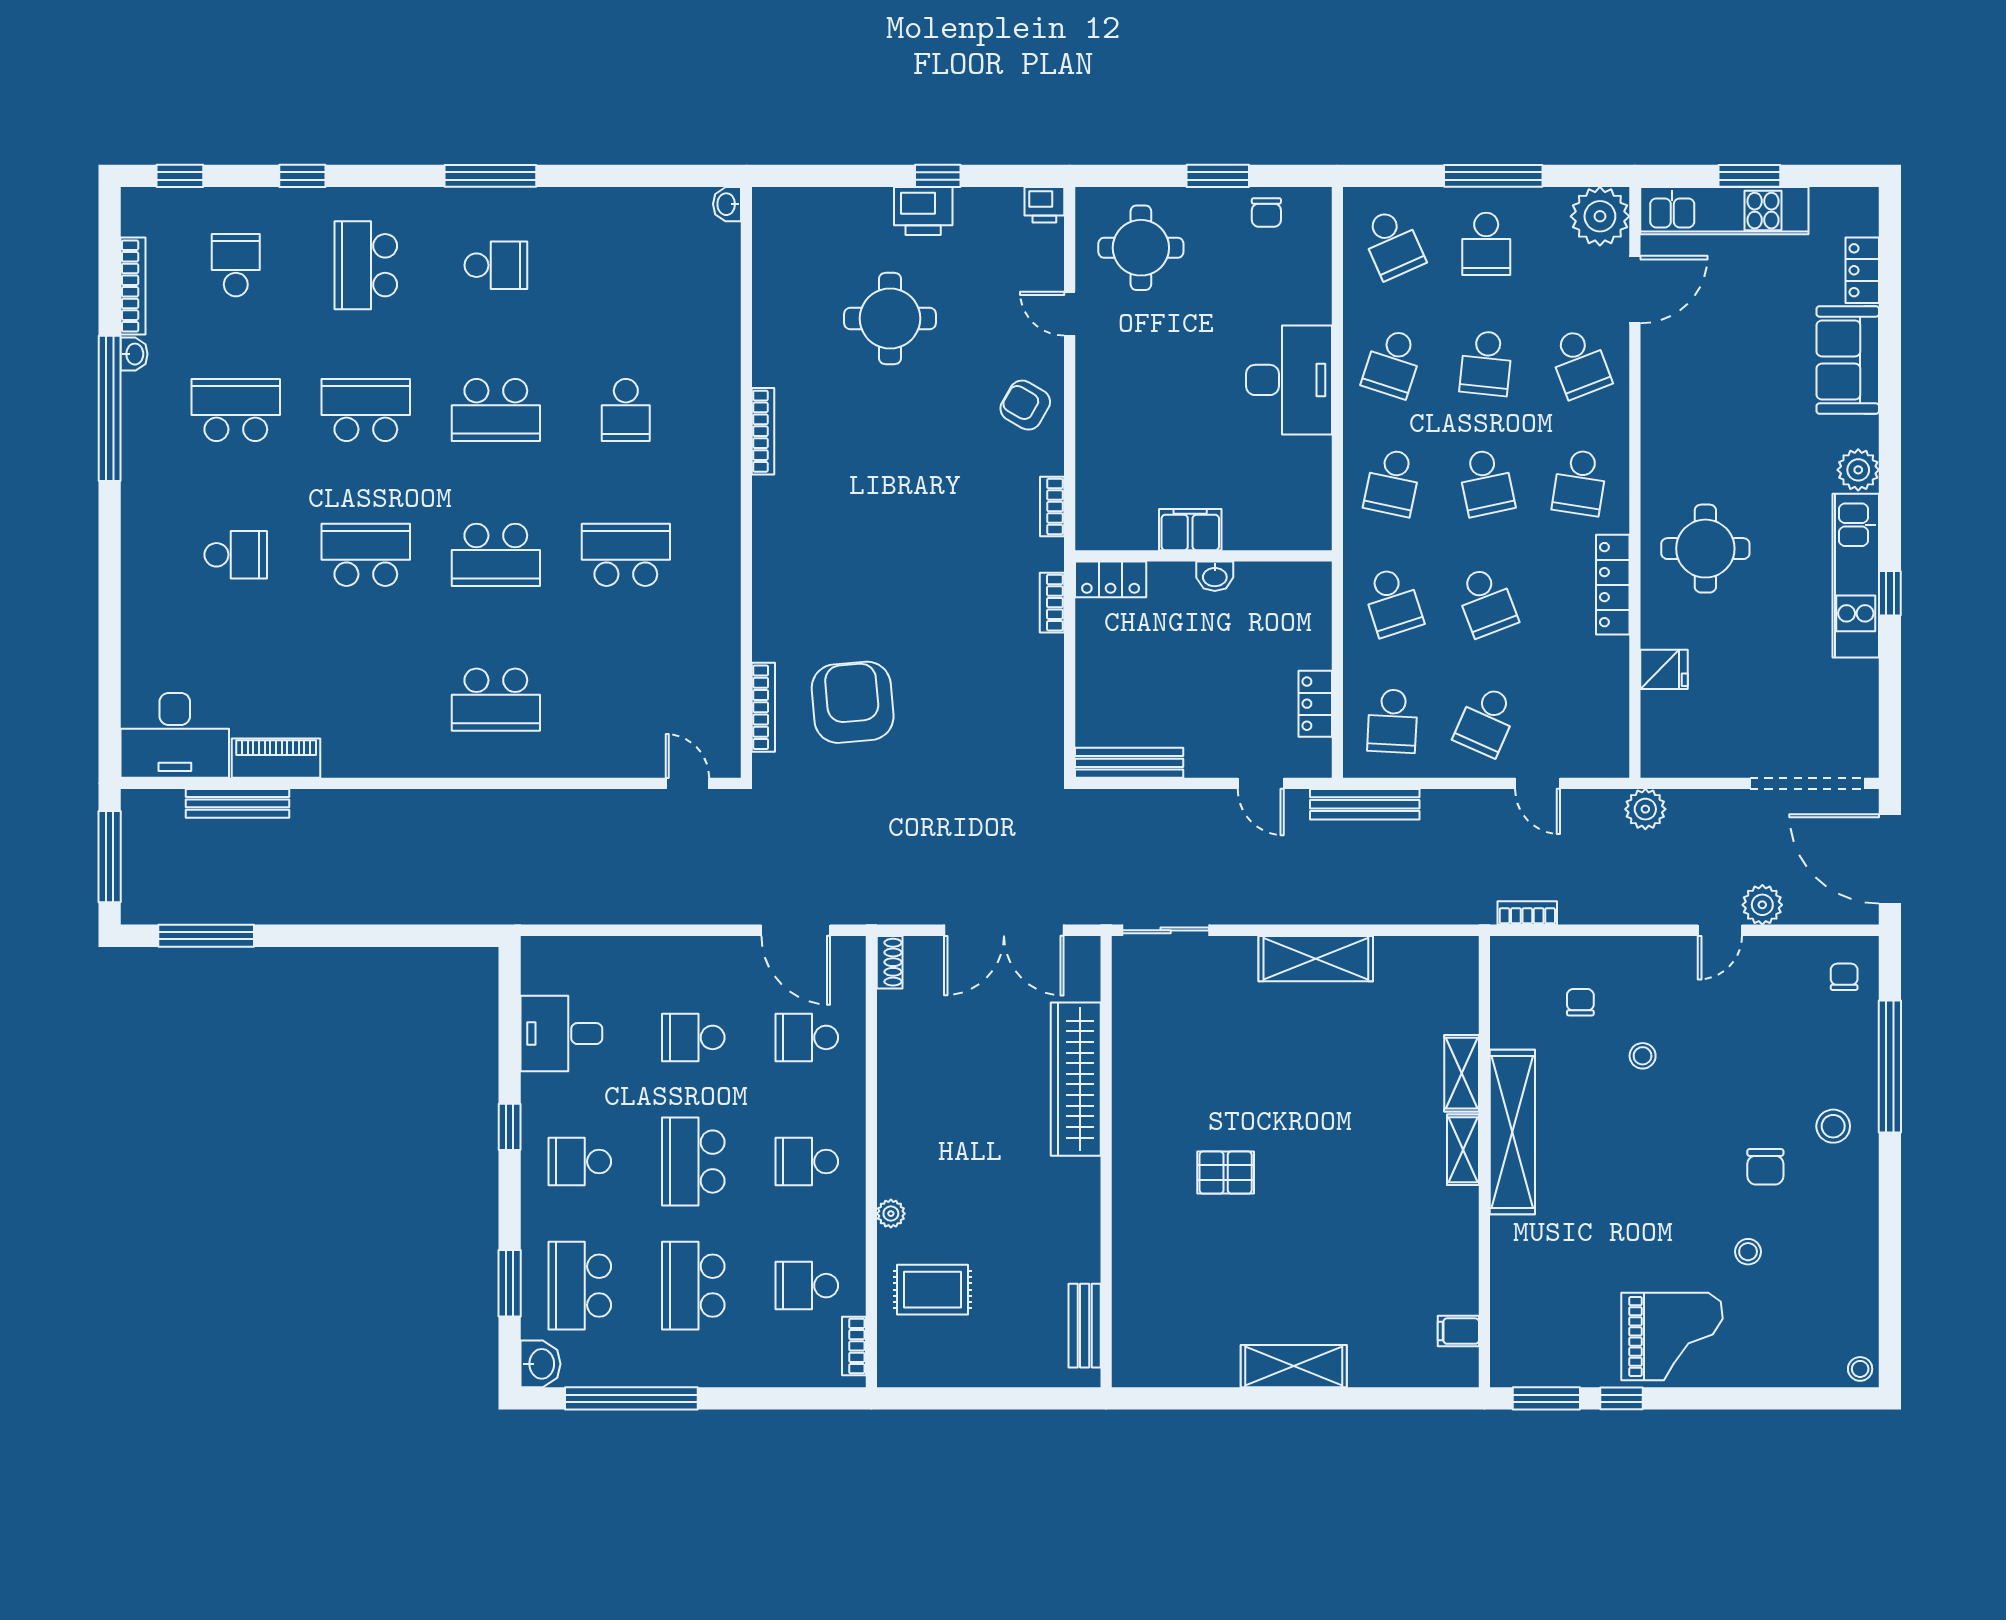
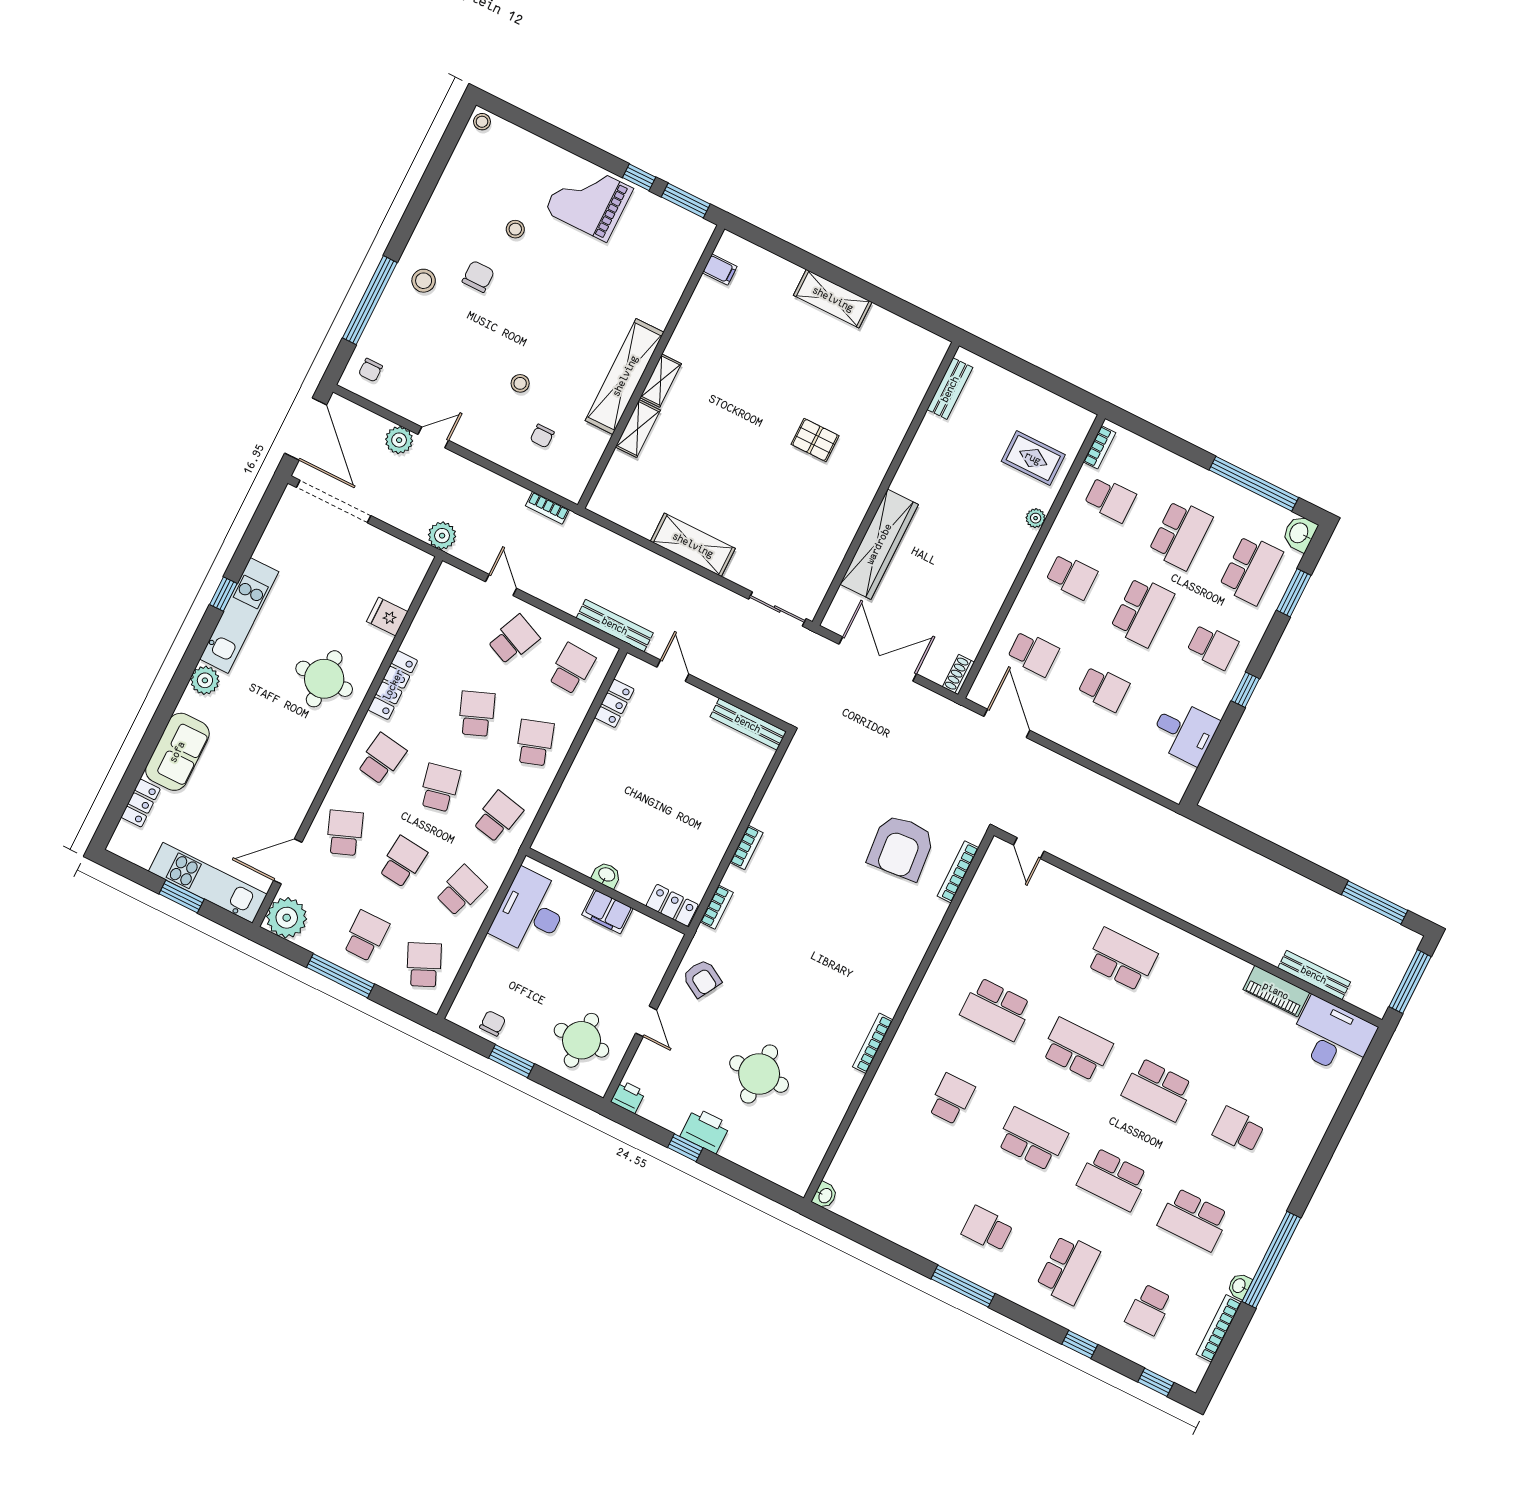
filing cabinet: (1190, 530) -> (607, 912), moved
wall: (1204, 556) -> (607, 891), moved
washbasin: (1215, 576) -> (607, 875), moved
locker: (1111, 579) -> (672, 905), moved

